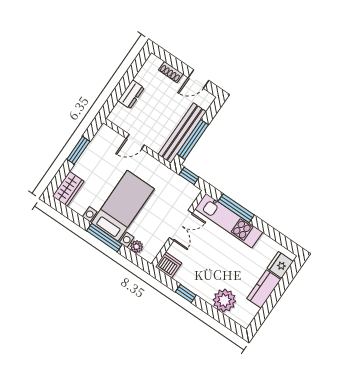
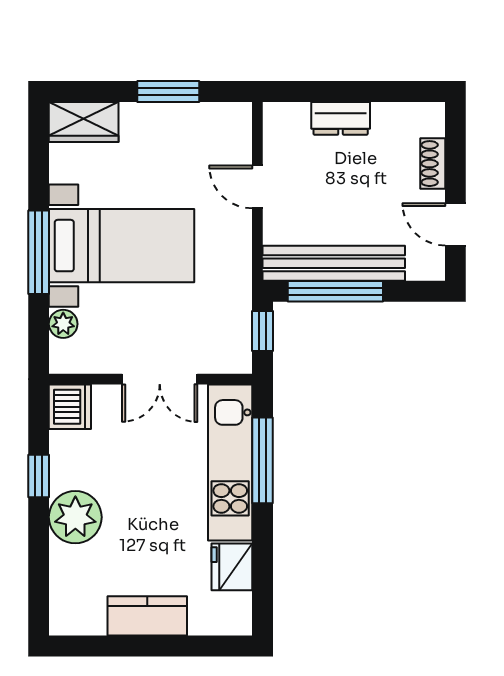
fridge: (280, 265) -> (232, 567), moved, turned -90
plant: (224, 300) -> (75, 517), moved

